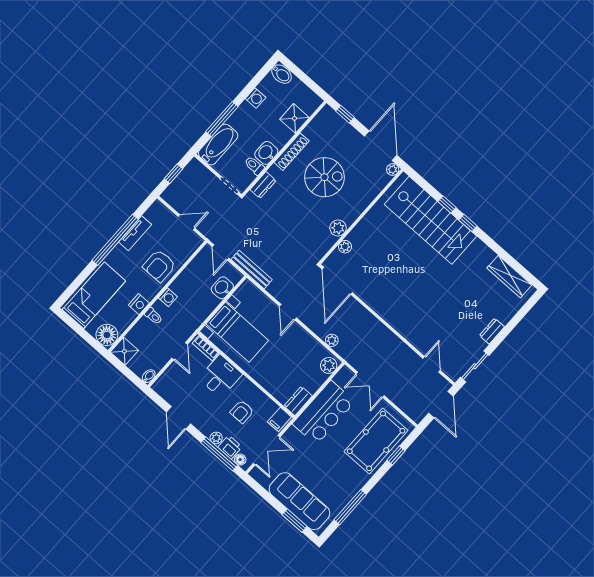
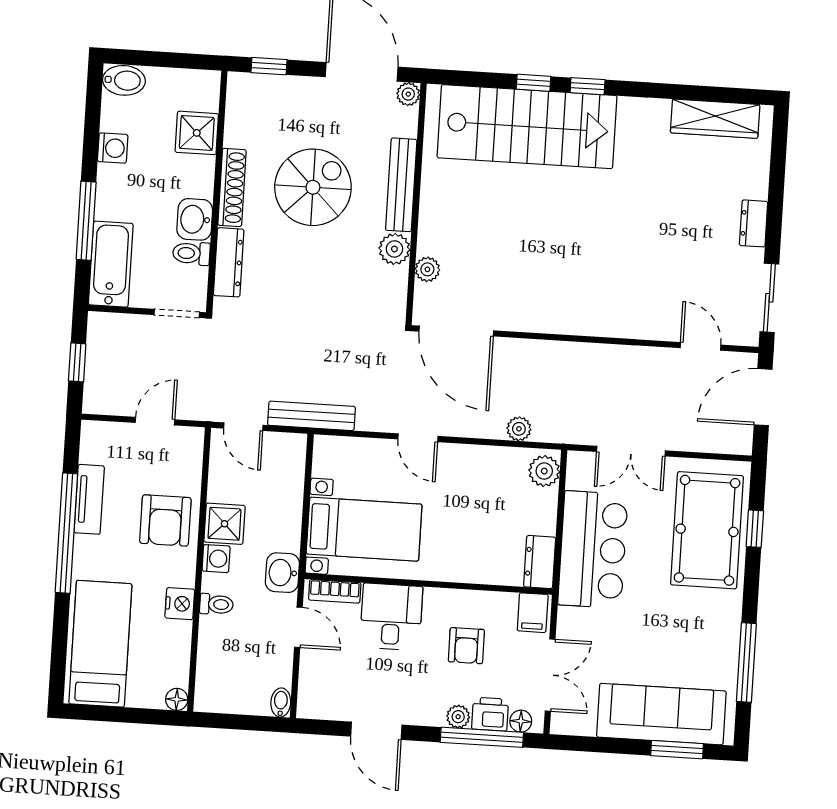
dresser: (263, 185) -> (229, 262), width x1.44
bench: (361, 204) -> (401, 185), added
washbasin: (222, 288) -> (282, 573), moved
floor lamp: (107, 335) -> (177, 699), width x0.53, depth x0.53
shower: (124, 351) -> (225, 524), moved
door: (441, 405) -> (763, 397), swing flipped

